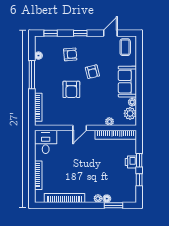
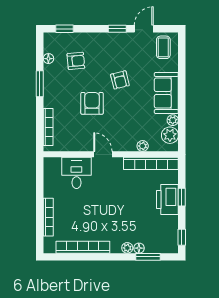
window: (80, 33) -> (117, 29), moved
armchair: (70, 54) -> (76, 61), moved
window: (32, 75) -> (40, 84), width x0.69
armchair: (71, 89) -> (92, 103), turned 180
door: (80, 128) -> (103, 154), swing flipped
desk: (46, 142) -> (76, 173), moved
printer: (131, 162) -> (167, 200), width x1.87, depth x1.48
window: (139, 180) -> (182, 237), moved

